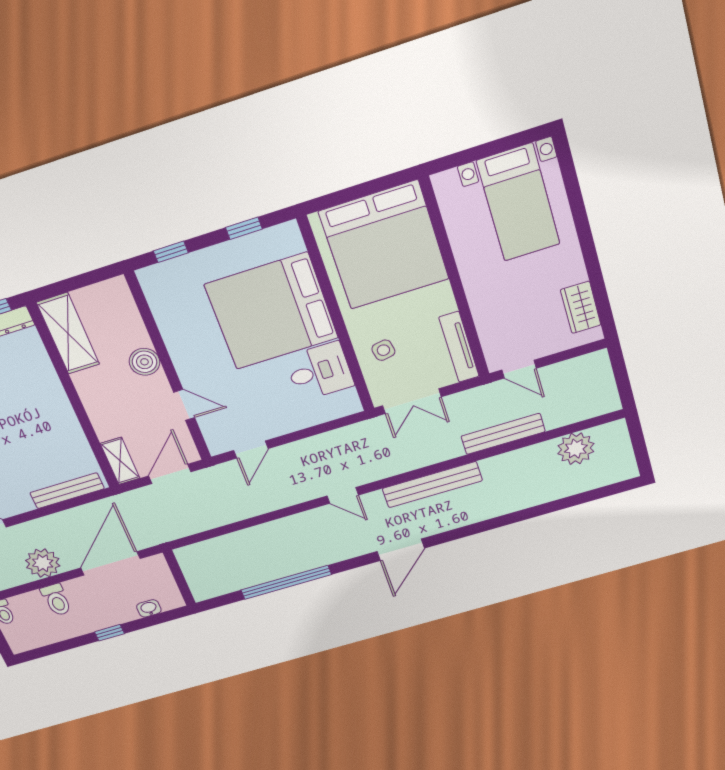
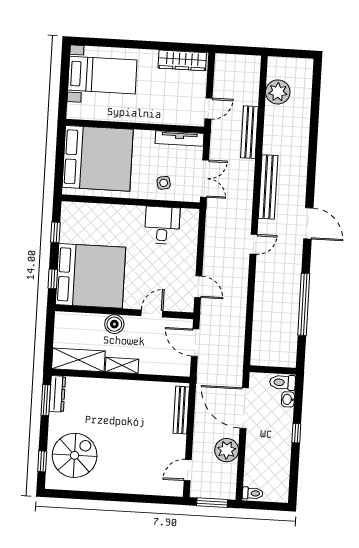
wardrobe: (581, 307) -> (182, 60), width x1.50
bed: (272, 311) -> (90, 276), moved, turned -90
shelving: (120, 461) -> (122, 365), moved
toilet: (56, 600) -> (283, 382), moved, turned 180

